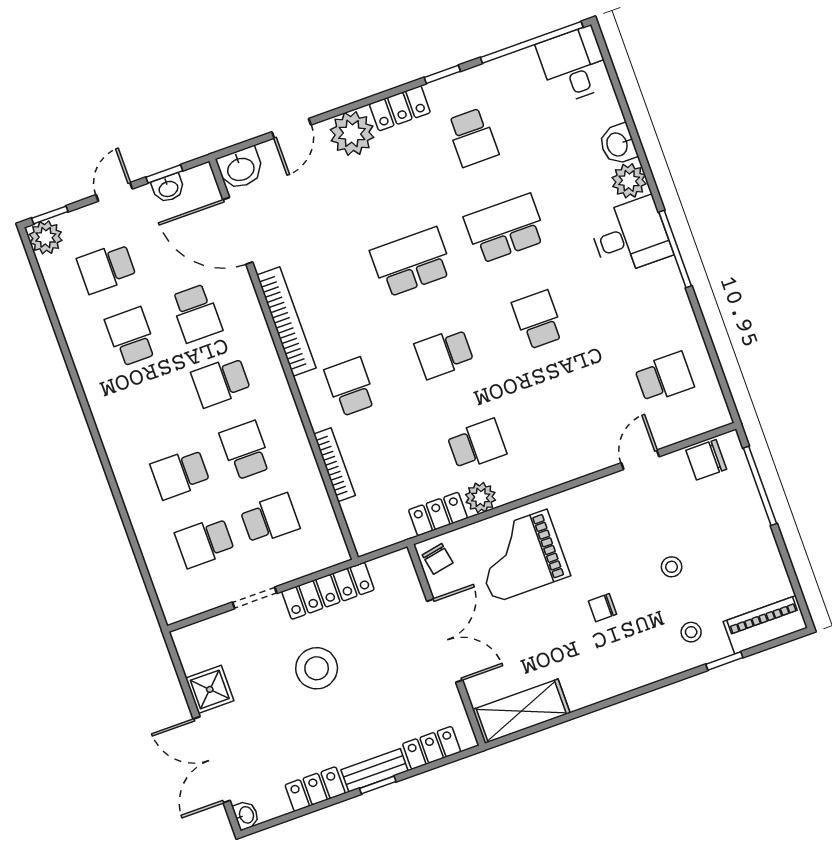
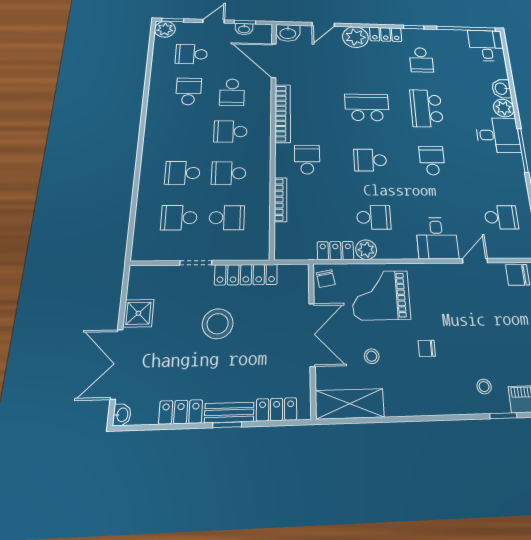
school desk: (505, 229) -> (426, 108), turned -90
desk: (577, 444) -> (437, 238), added
school desk: (245, 450) -> (229, 173), turned -90
stool: (672, 567) -> (372, 356), moved

